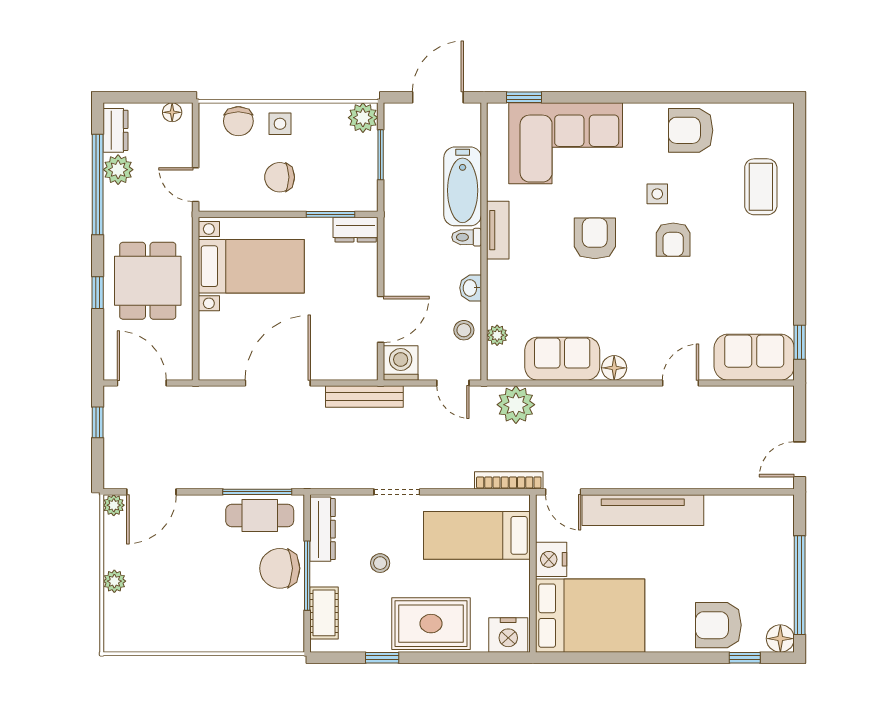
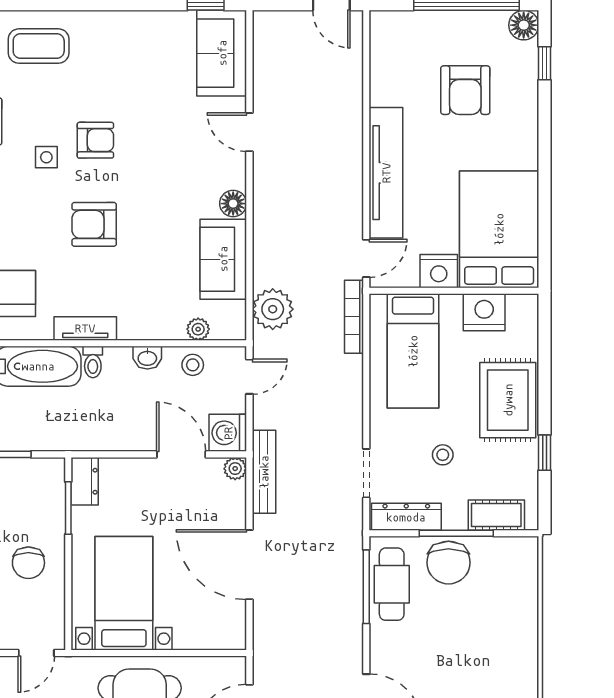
plant: (367, 370) -> (235, 469), added
doorway: (397, 492) -> (366, 473), moved
armchair: (718, 625) -> (465, 90), moved
nightstand: (508, 635) -> (484, 312), moved, turned -90

